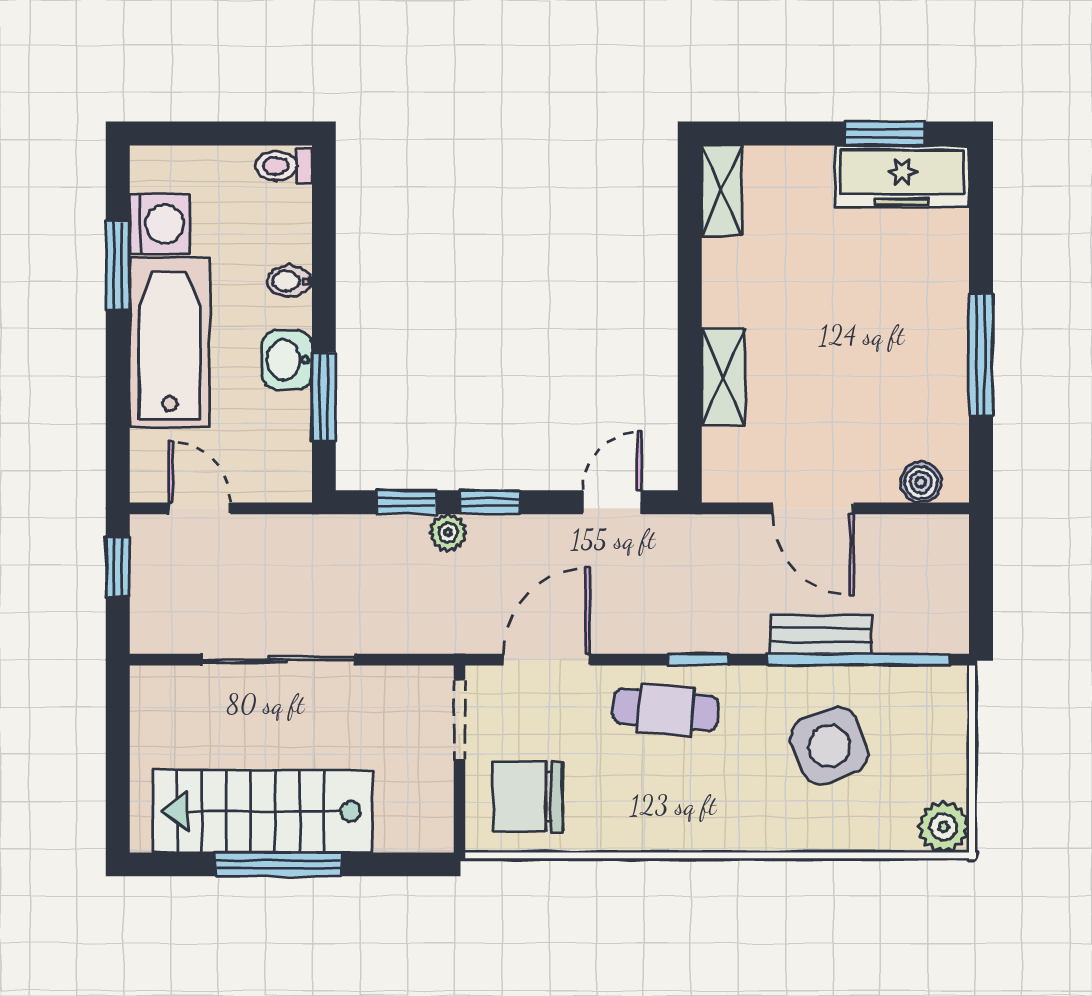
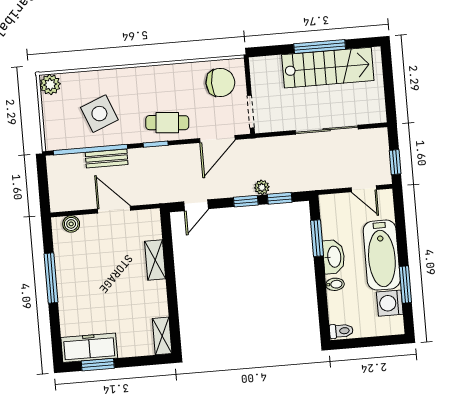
washbasin: (287, 360) -> (334, 257), width x1.38

